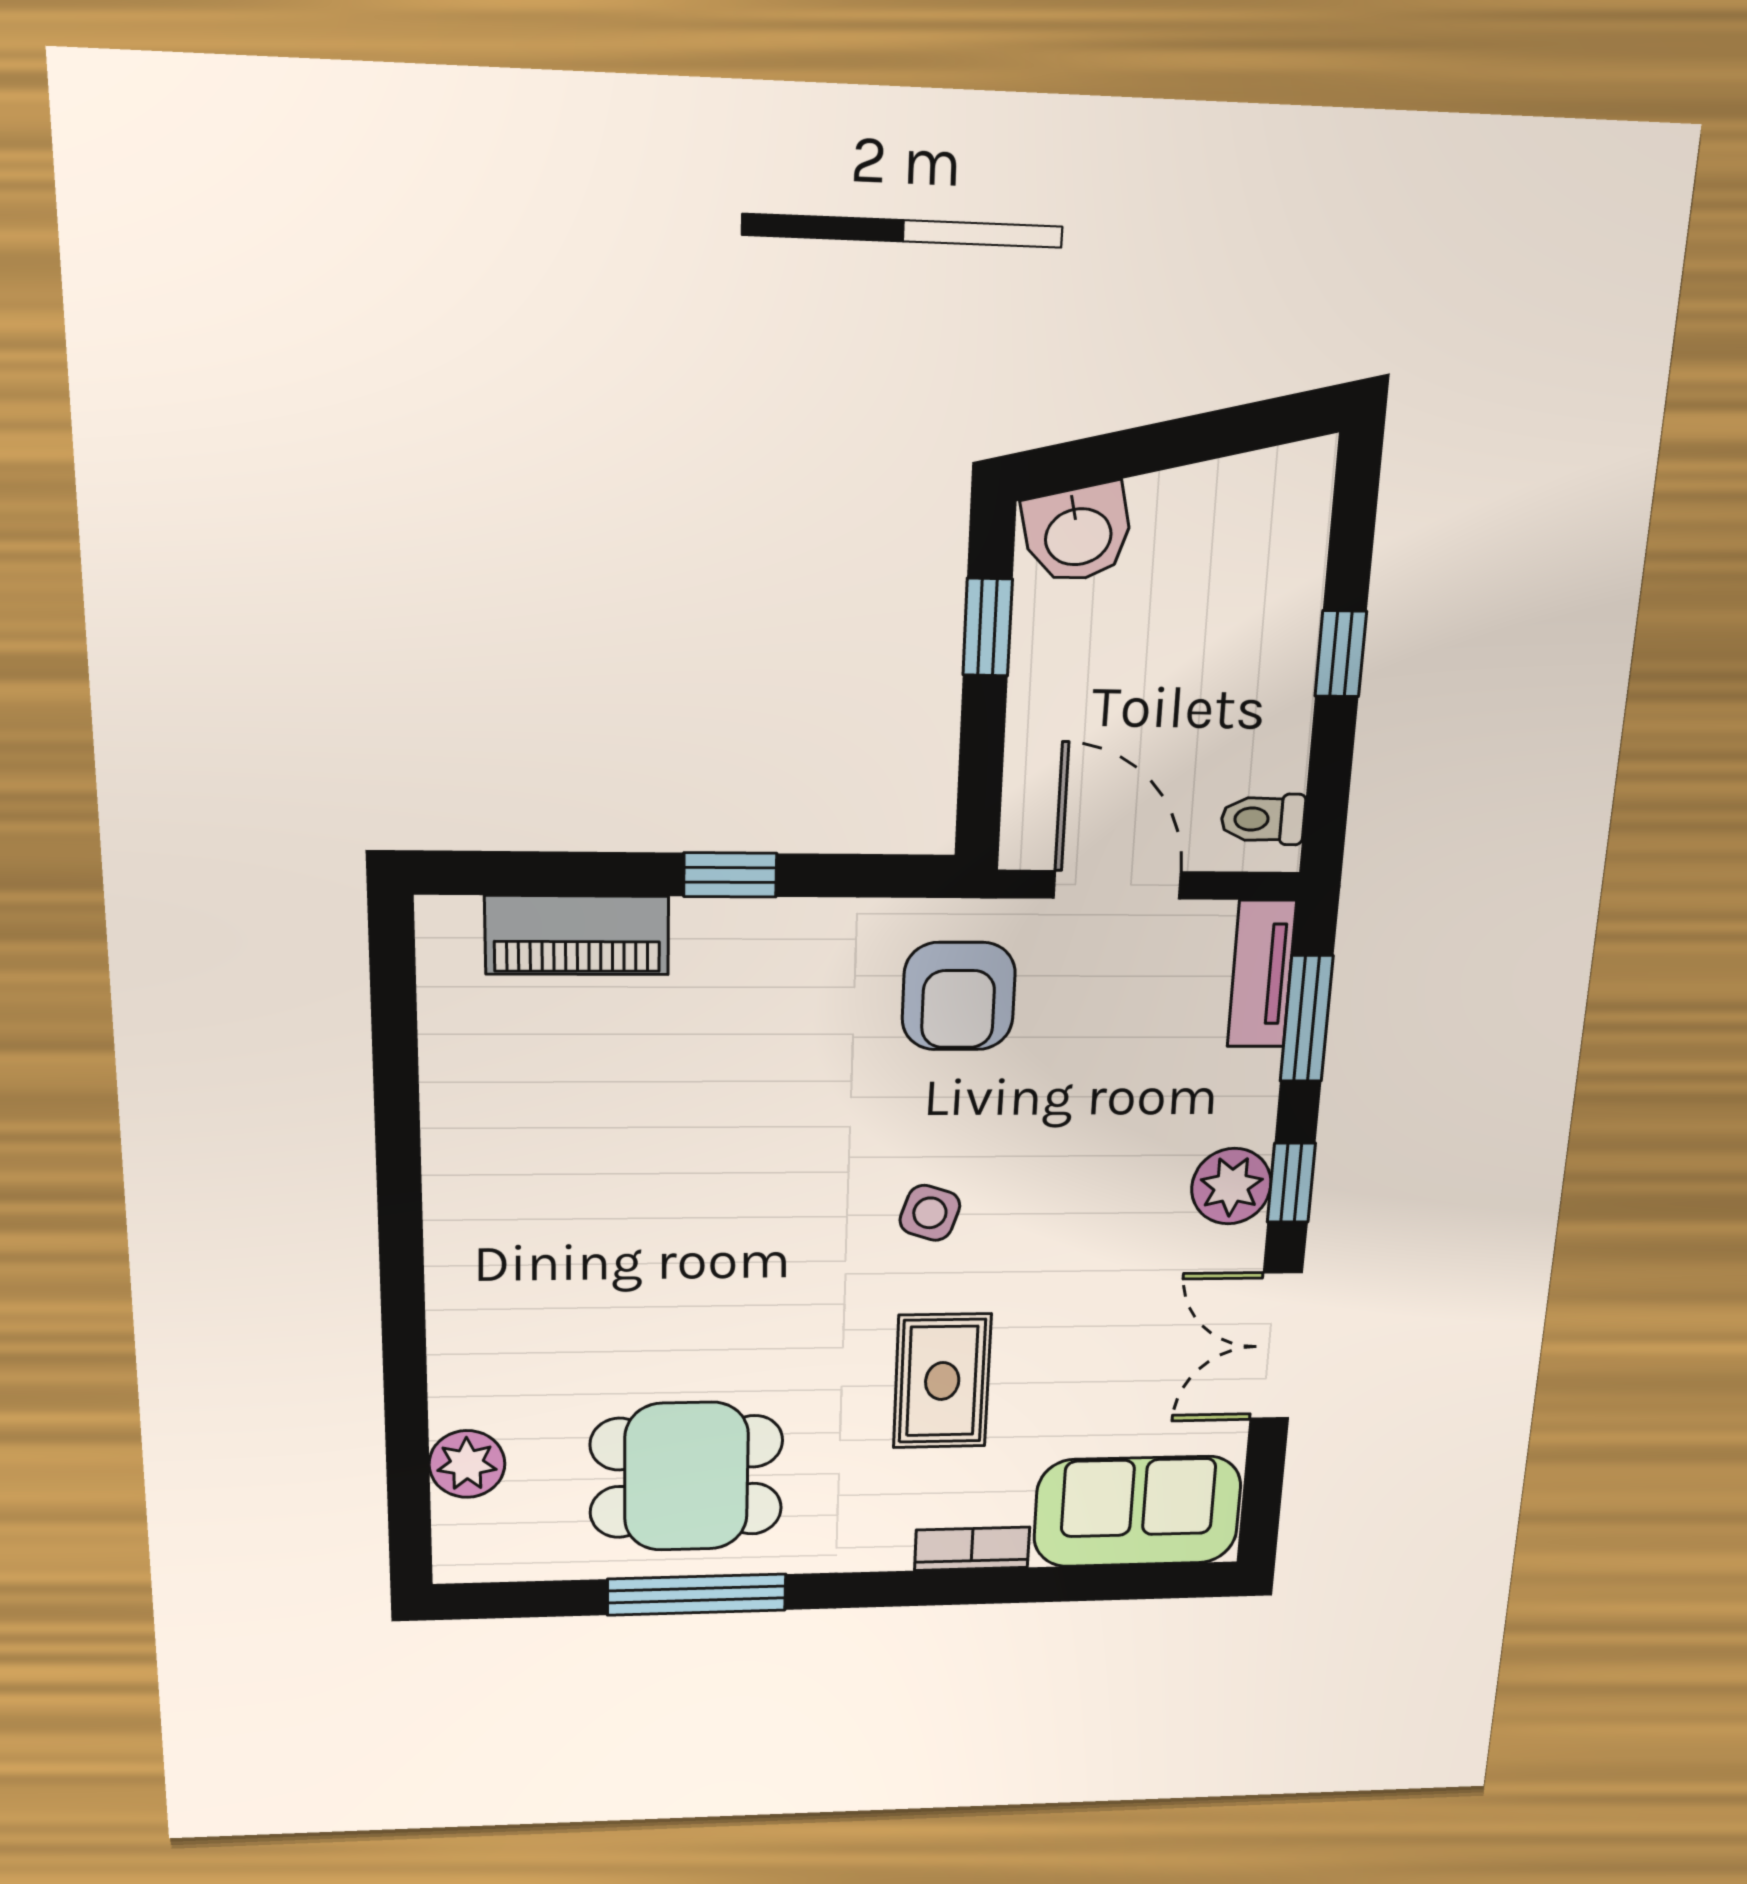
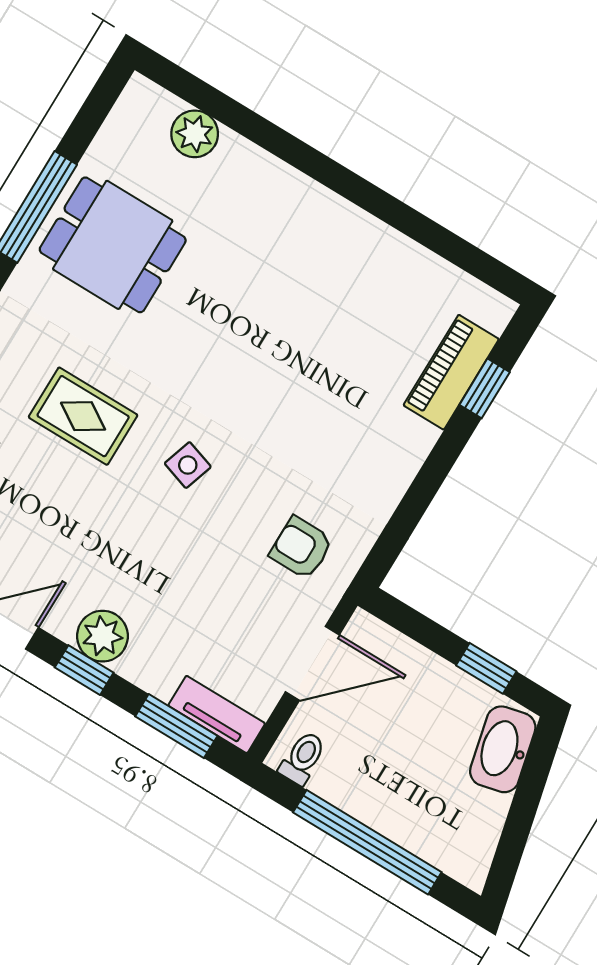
washbasin: (1078, 534) -> (503, 749), width x1.38
window: (1341, 654) -> (367, 842), width x3.17
window: (730, 875) -> (485, 388), moved
armchair: (959, 996) -> (301, 548), width x0.72, depth x0.72
dining table: (686, 1477) -> (113, 245), turned 90

